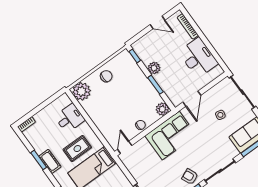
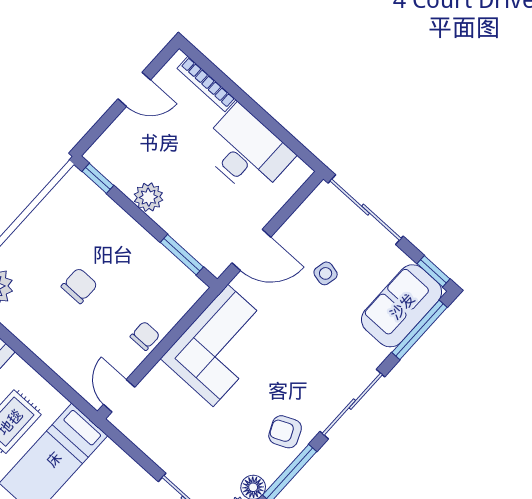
chair: (106, 76) -> (79, 286), moved
window: (156, 85) -> (182, 255), moved
door: (192, 99) -> (251, 250), hinge flipped
plant: (162, 109) -> (188, 289), removed

